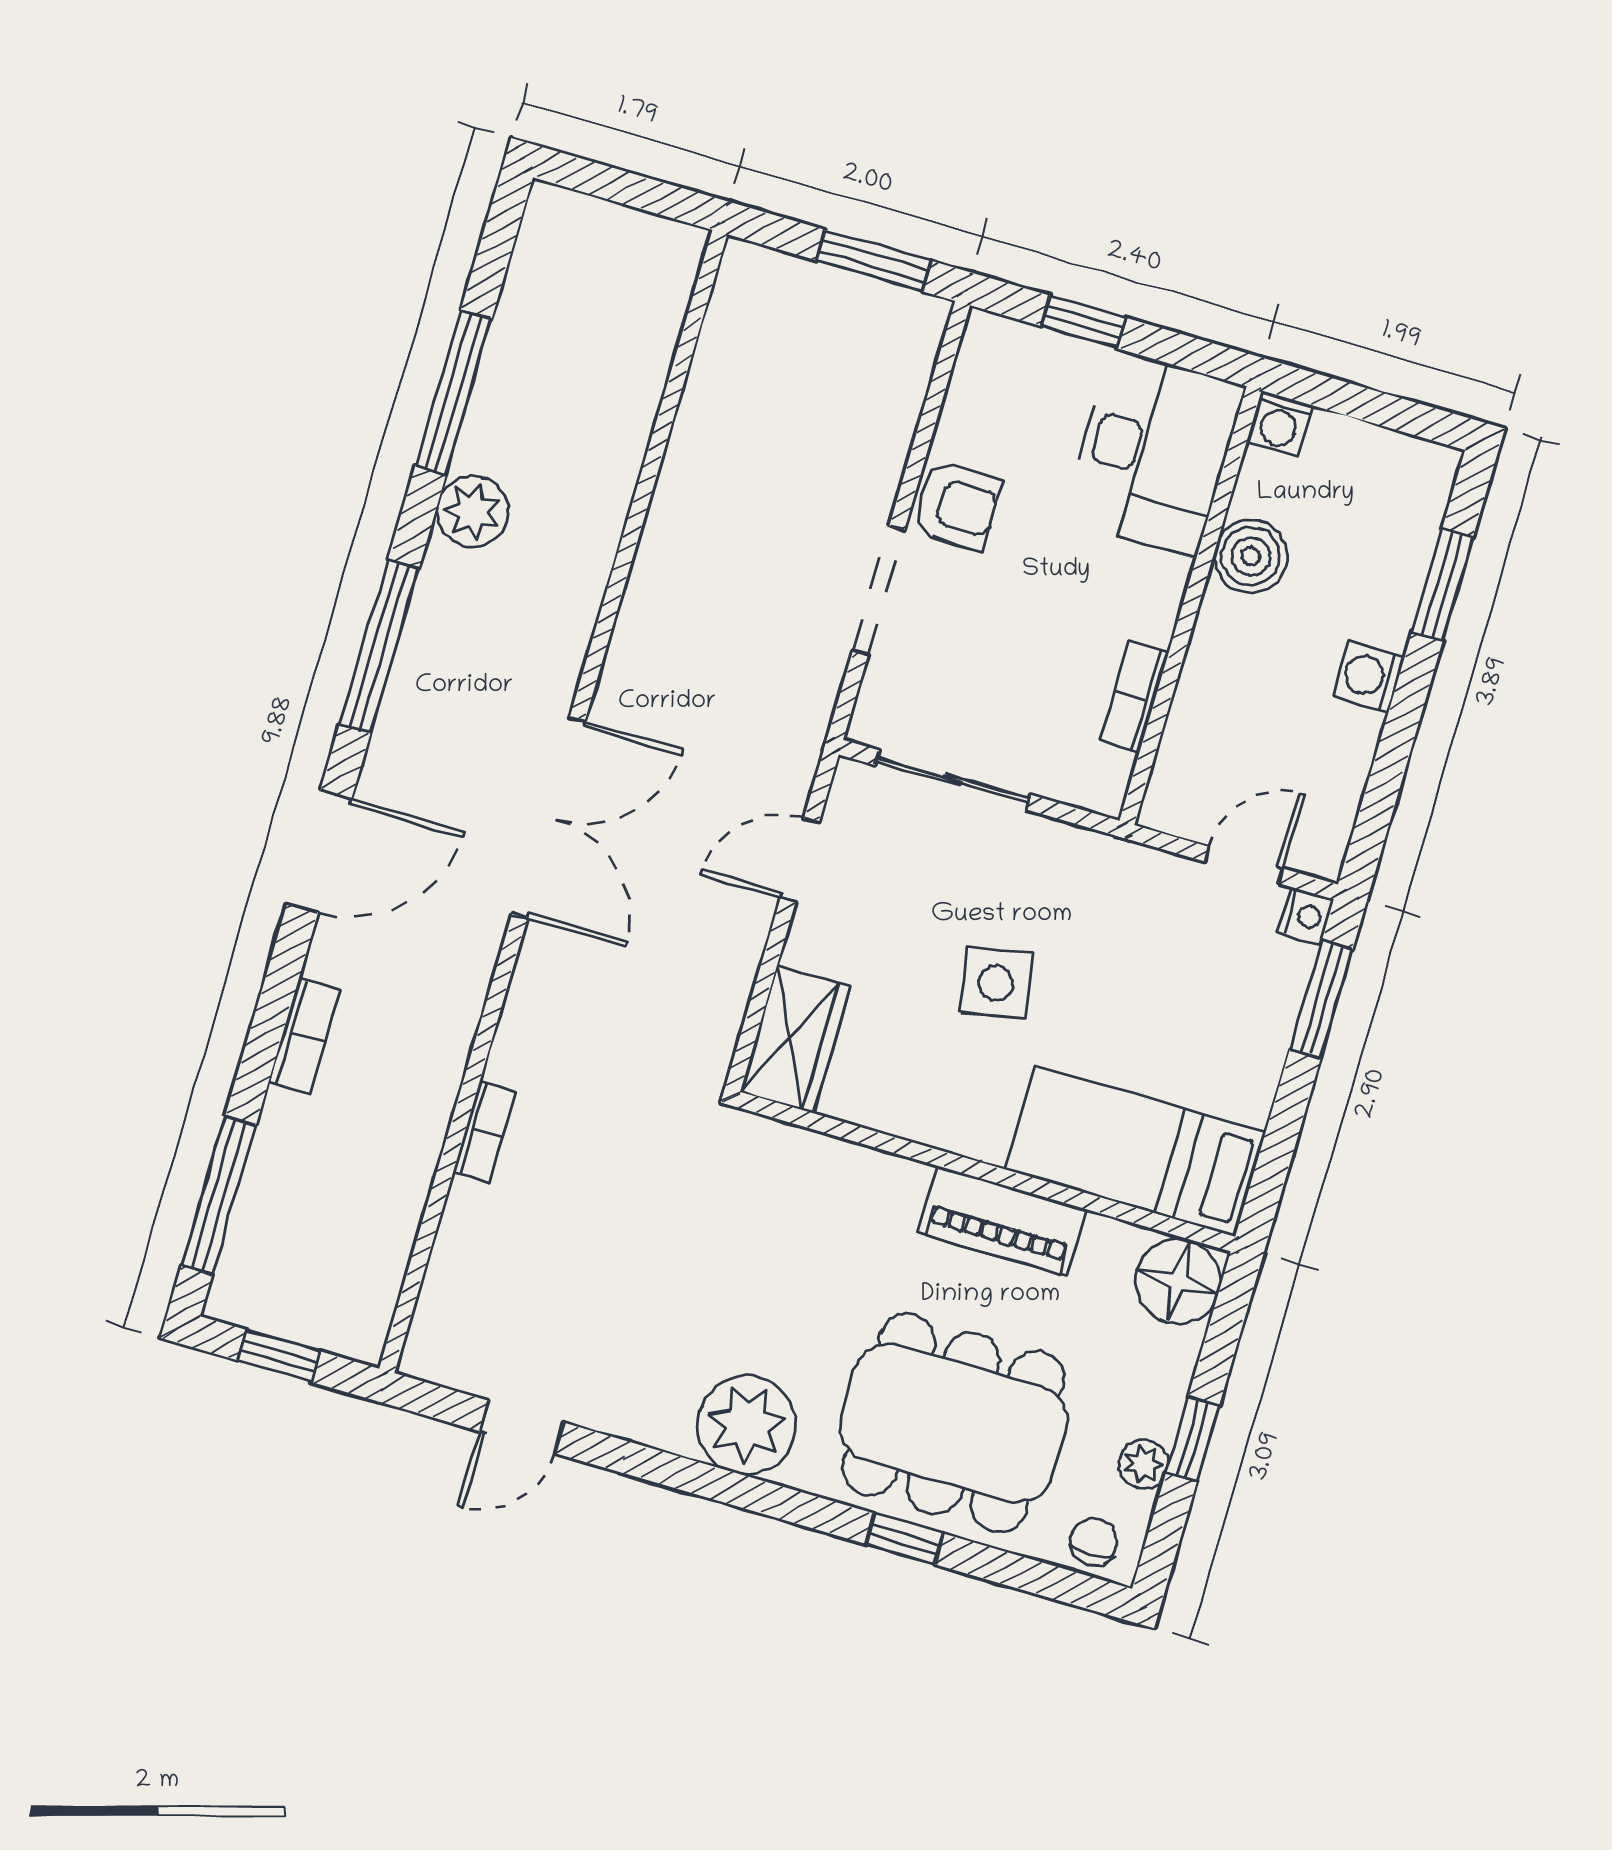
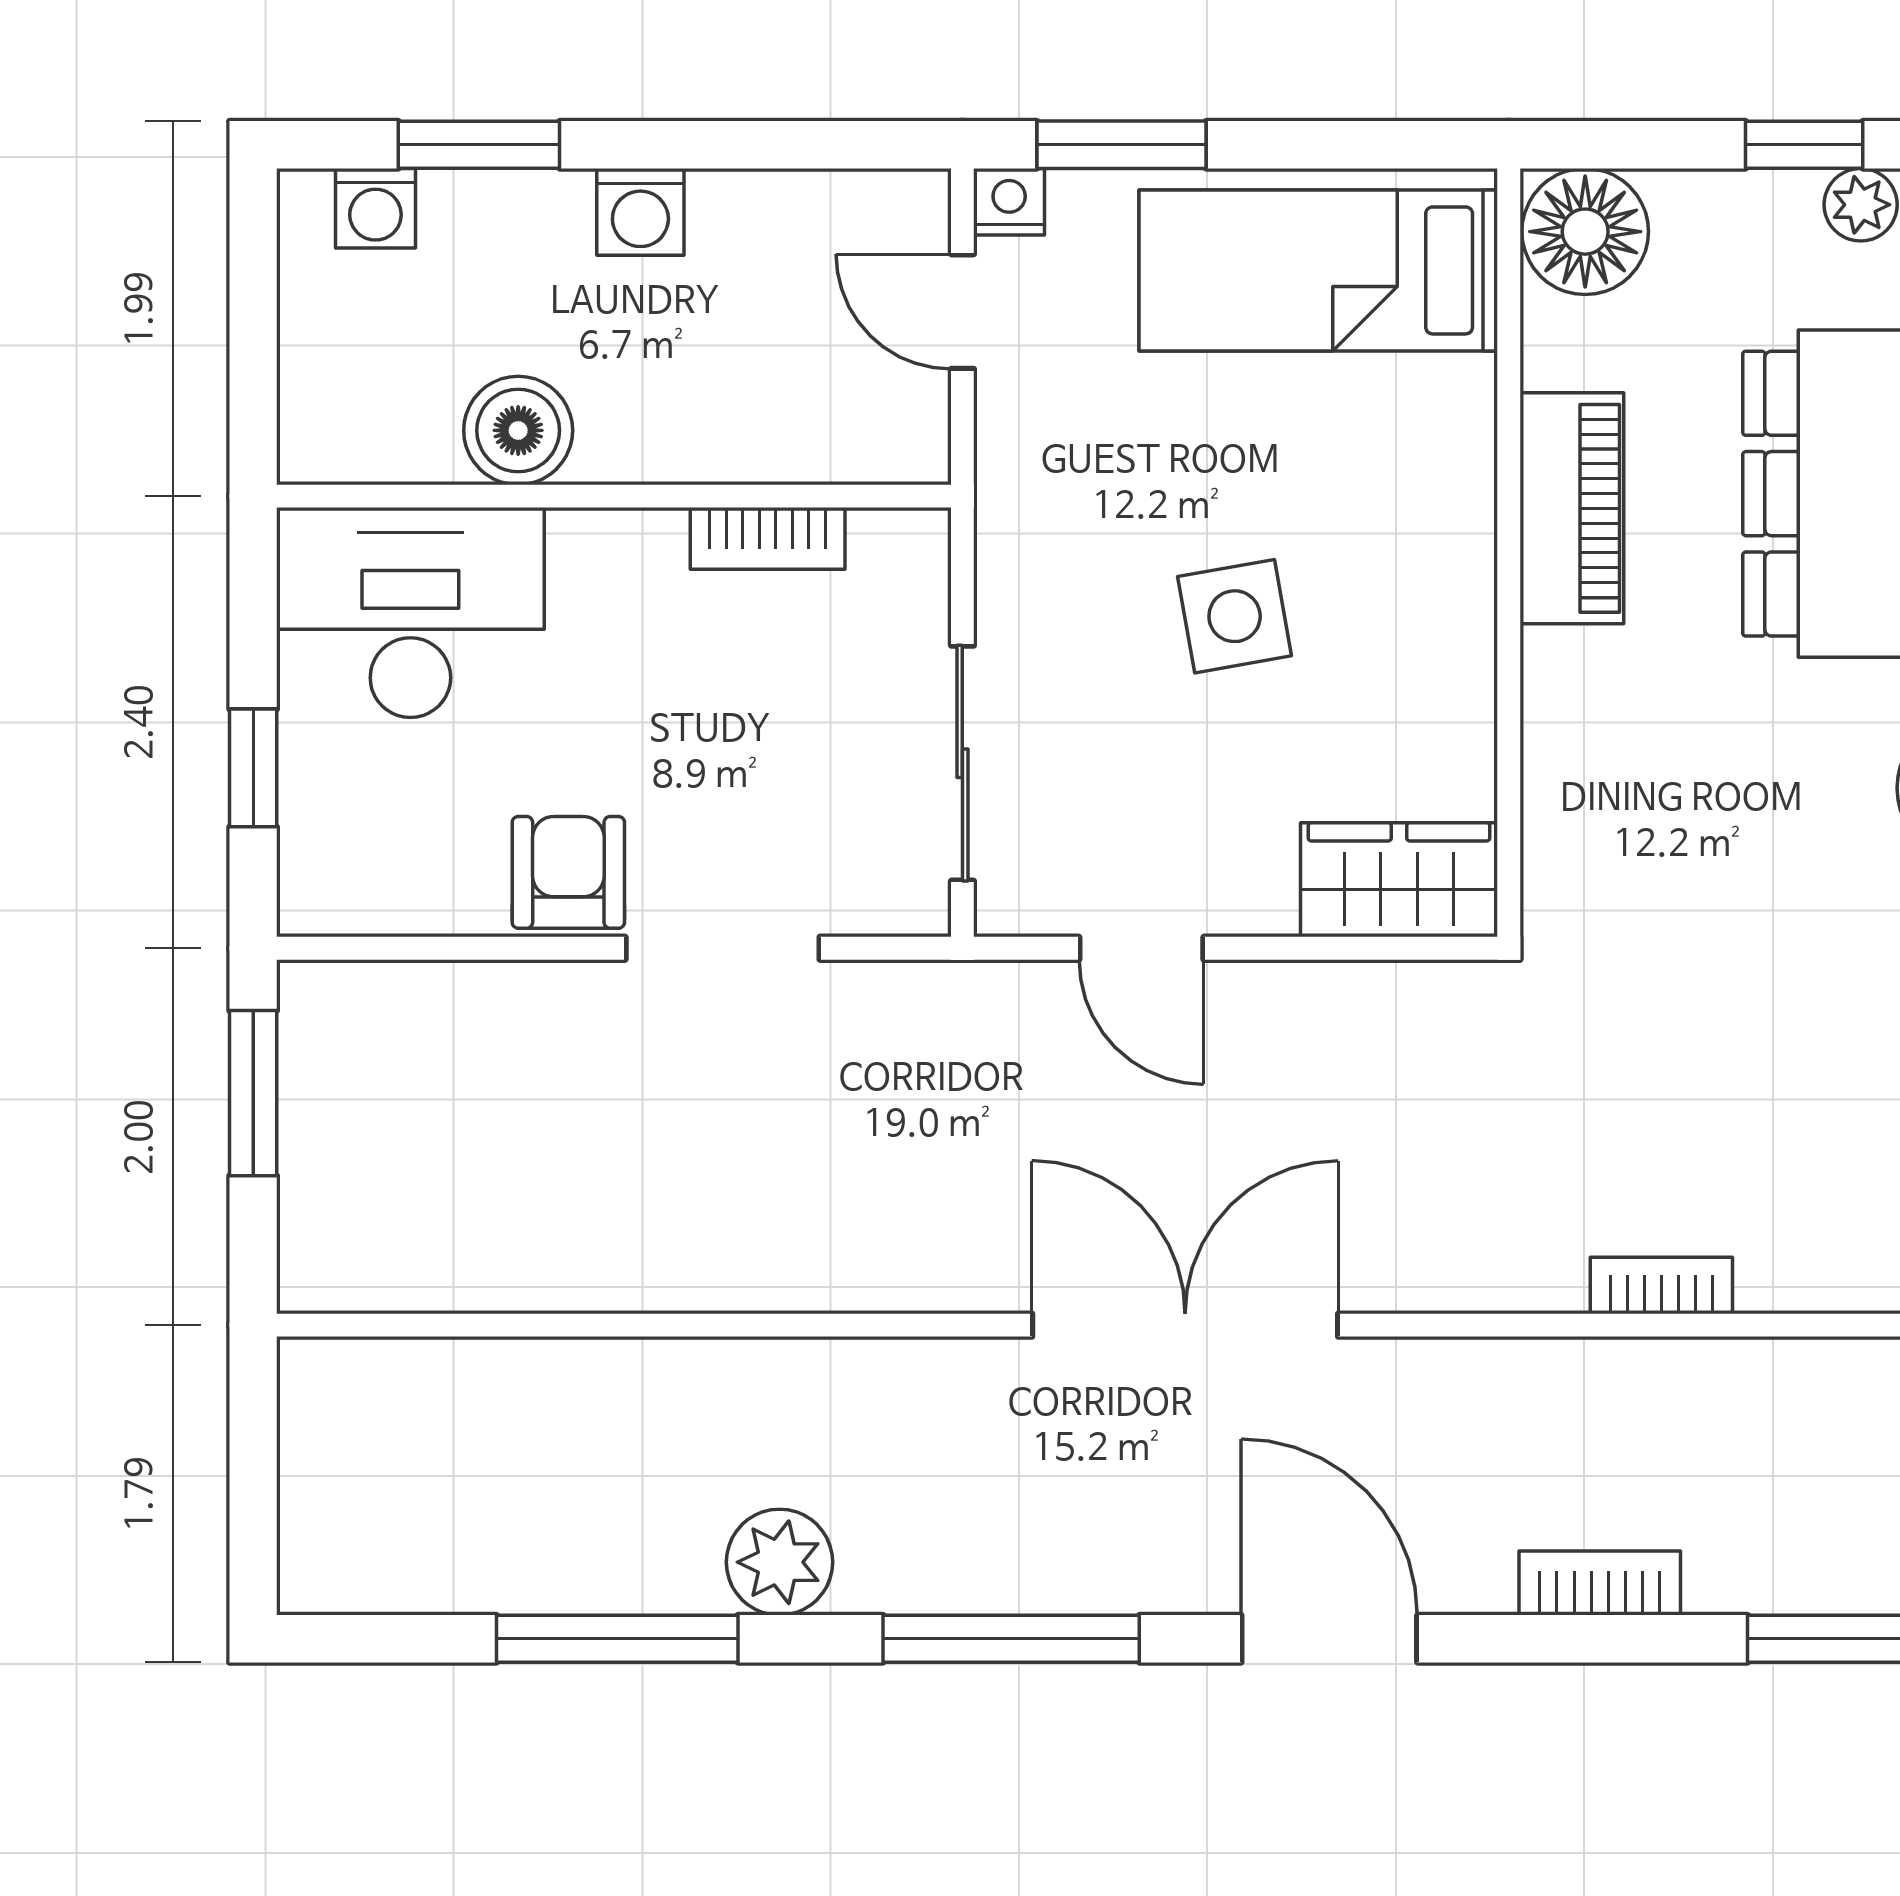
washing machine: (1280, 424) -> (375, 208), moved, turned 90
bed: (1135, 1151) -> (1318, 270), moved, turned 90

